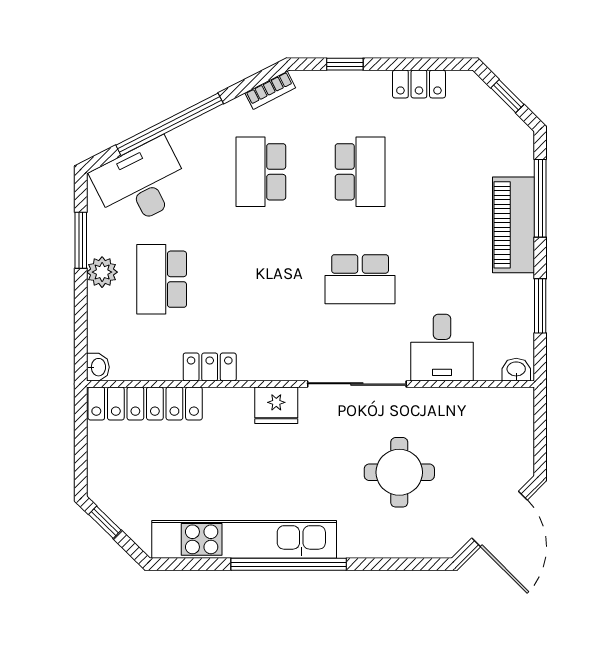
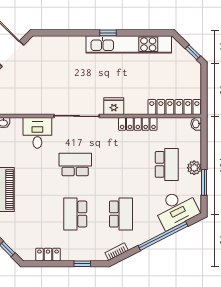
locker: (210, 367) -> (138, 124), width x1.53
round table: (399, 472) -> (57, 75), removed
window: (289, 564) -> (108, 33), width x0.32

